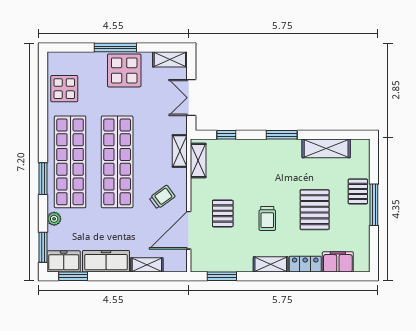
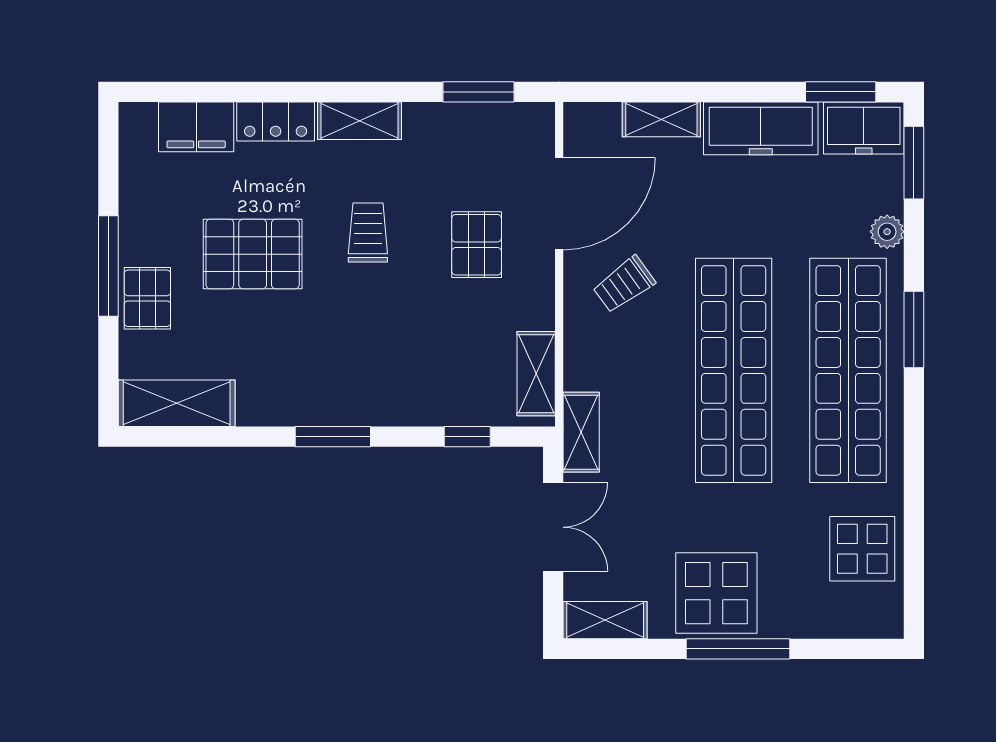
shelving: (326, 148) -> (177, 403), moved
shelving: (180, 151) -> (581, 432), moved
pallet: (315, 210) -> (253, 254), turned 90

